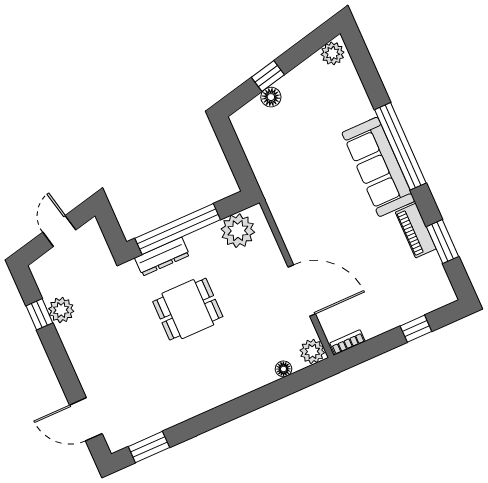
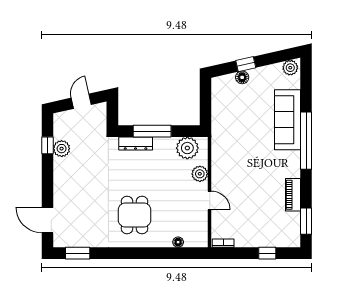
sofa: (378, 167) -> (288, 120), moved
window: (178, 229) -> (152, 131), width x0.68
window: (443, 242) -> (306, 221), moved
door: (302, 291) -> (210, 200), width x0.53
dining table: (188, 309) -> (135, 215), moved, turned 90
plant: (312, 351) -> (200, 174), moved

